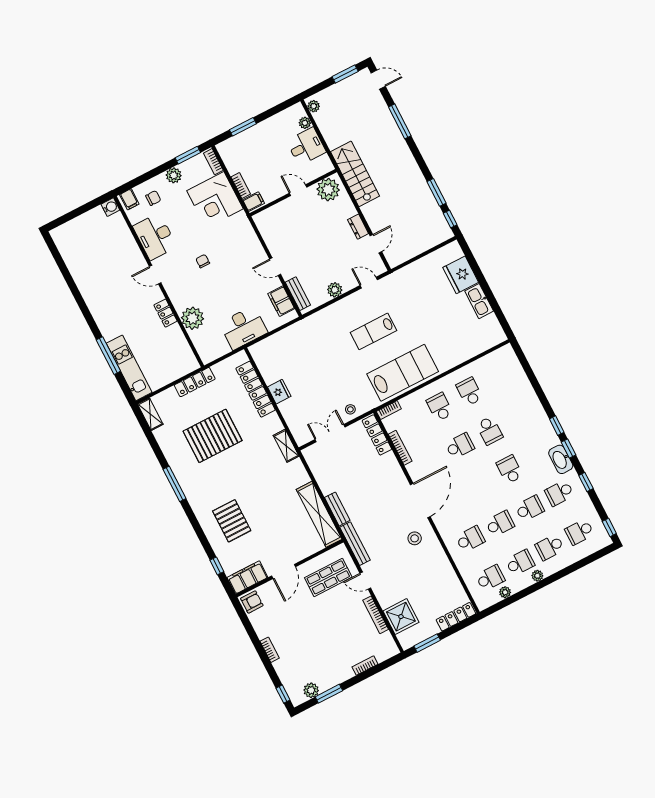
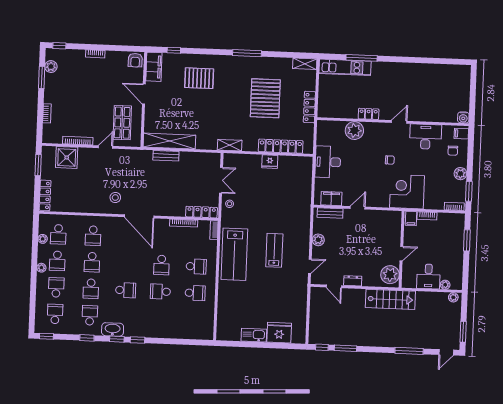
corner desk: (215, 200) -> (407, 192), moved
bench: (355, 544) -> (135, 154), removed

